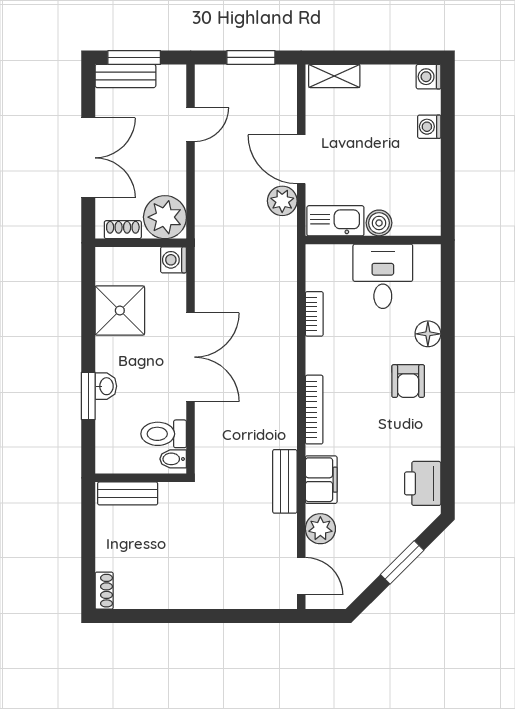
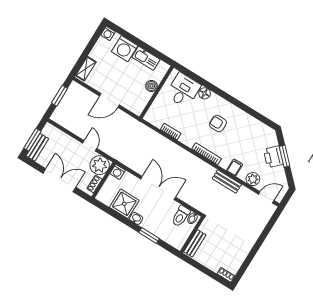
door: (191, 125) -> (90, 146), moved
washing machine: (429, 127) -> (125, 49), width x1.89, depth x1.89
plant: (282, 201) -> (121, 117), removed
kitchen sink: (335, 221) -> (146, 58), moved, turned -90
desk: (383, 276) -> (183, 90), moved, turned 90
armchair: (408, 381) -> (218, 123), moved, turned 180
washbasin: (106, 386) -> (136, 218), moved
filing cabinet: (321, 480) -> (235, 167), width x0.50
printer: (423, 483) -> (273, 157), moved, turned 45

